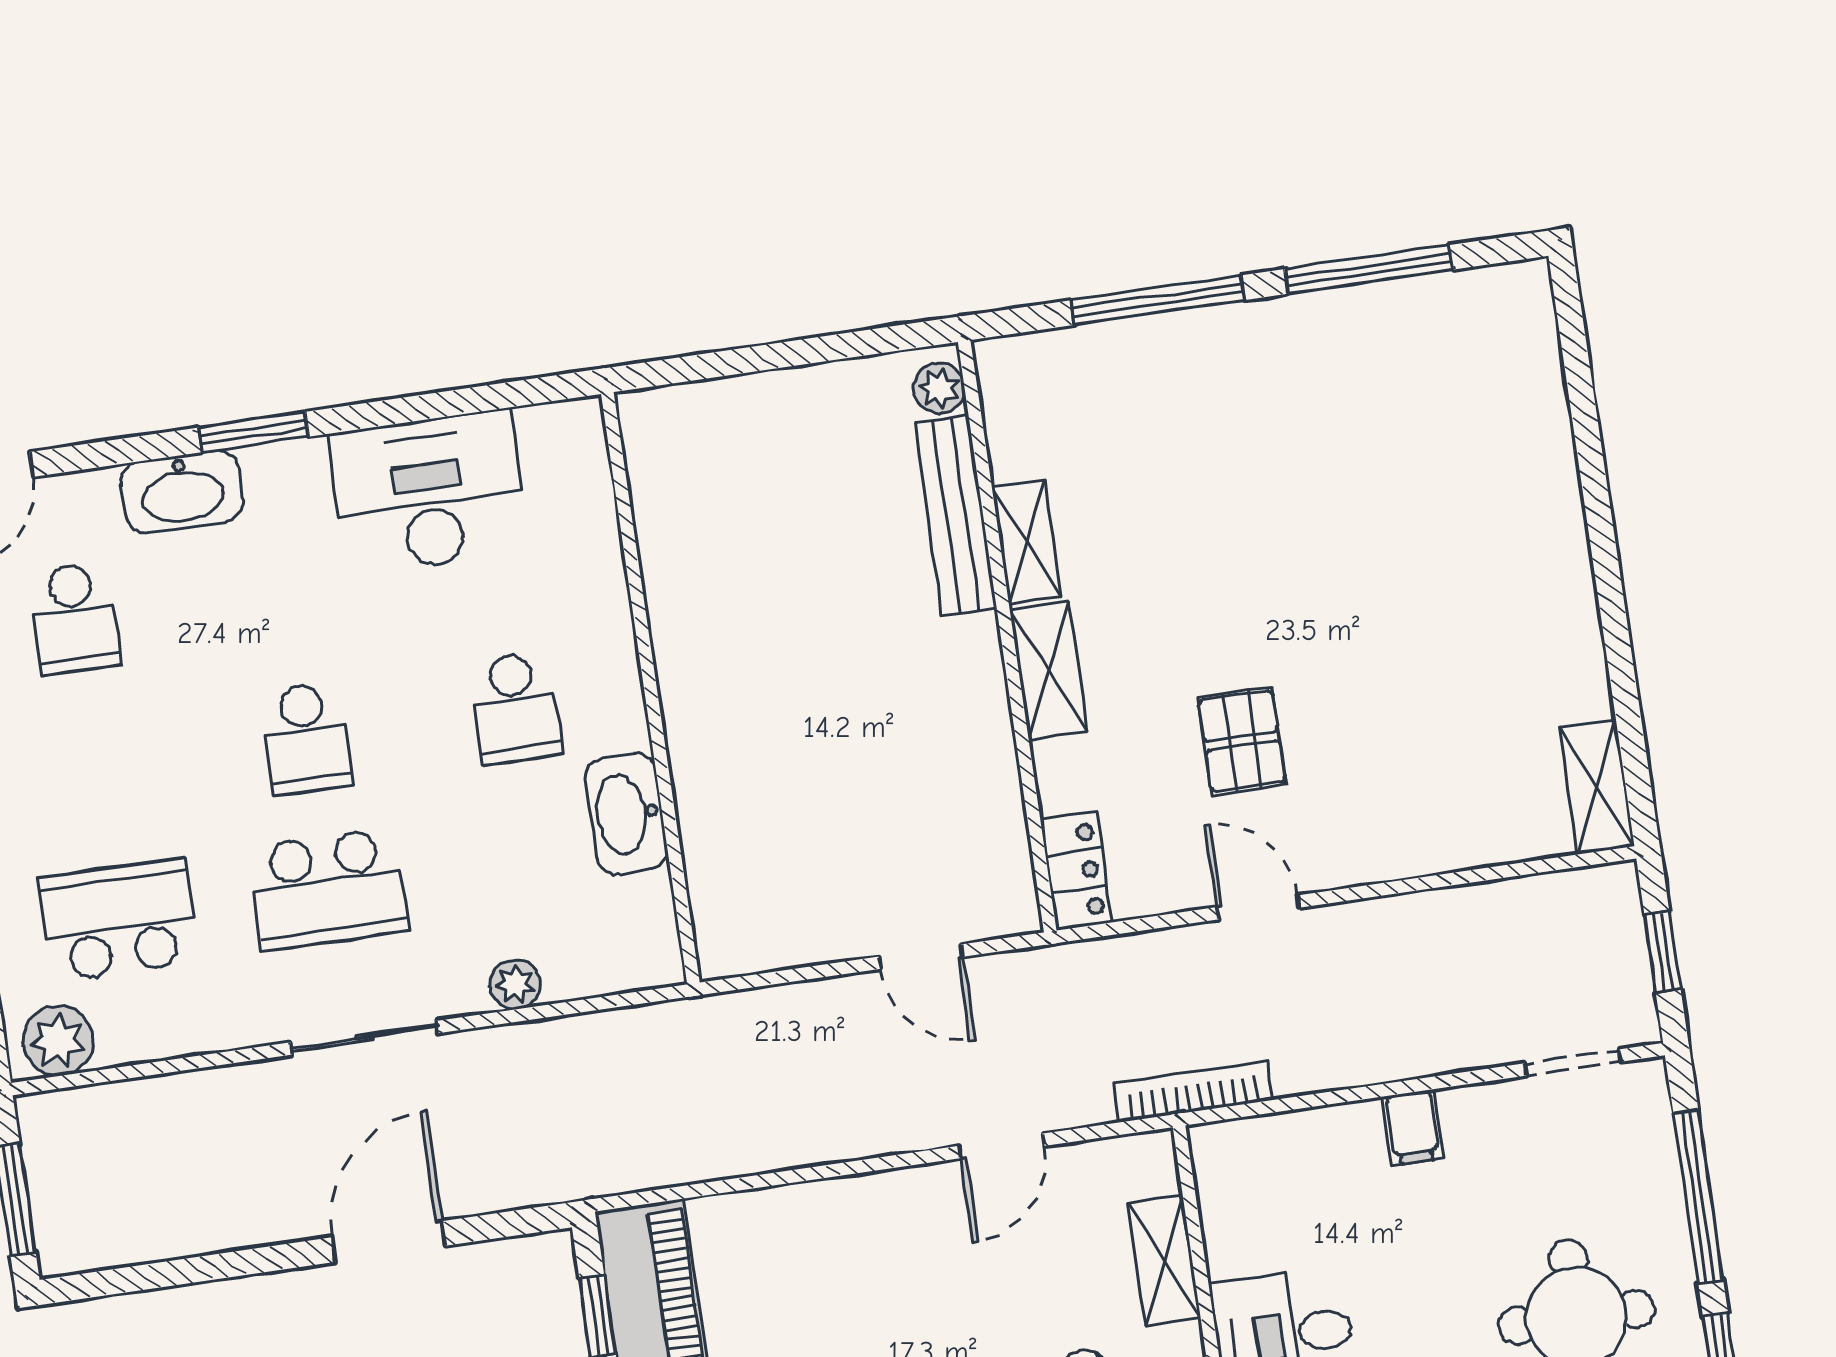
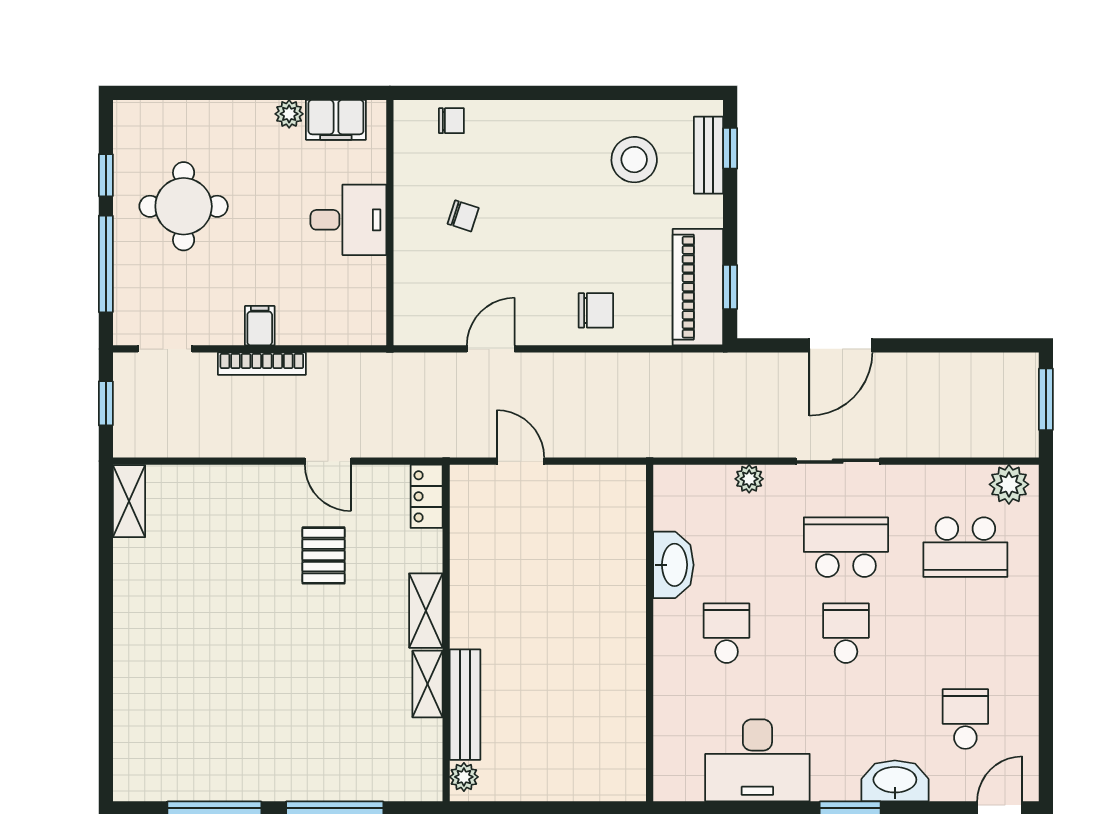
bookcase: (1193, 1091) -> (262, 364), moved
chair: (827, 1240) -> (596, 310), added
shelving: (1164, 1261) -> (409, 272), removed

